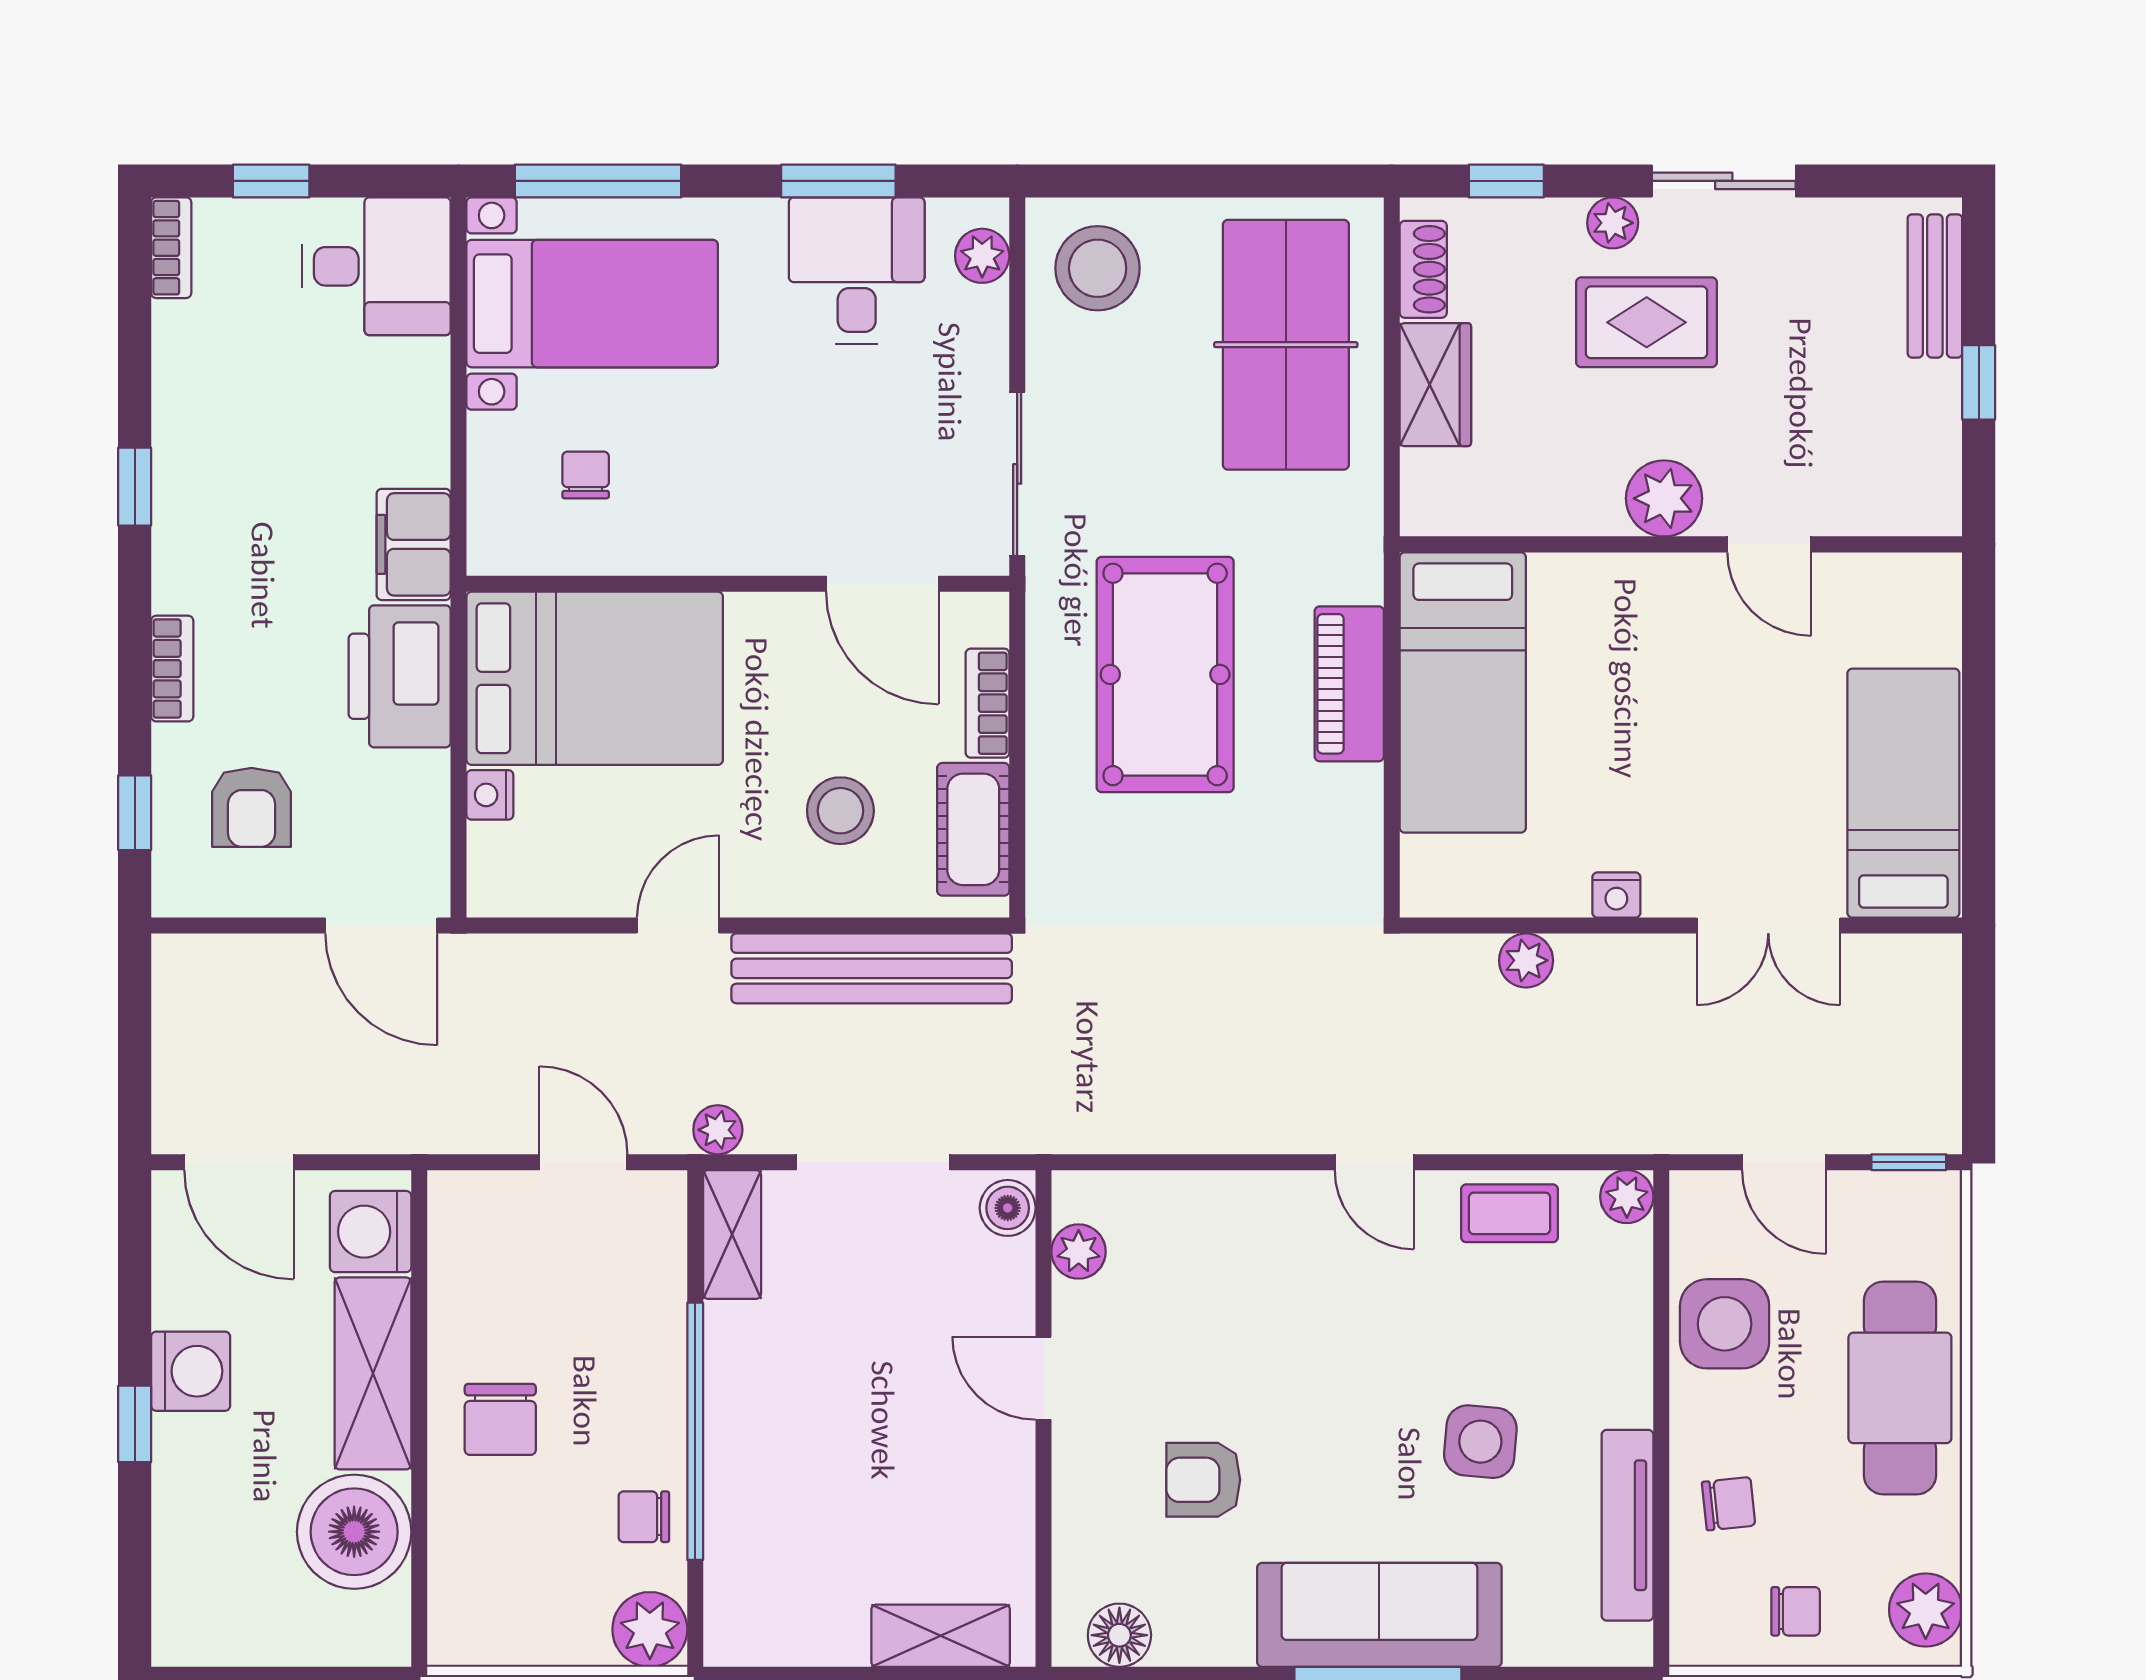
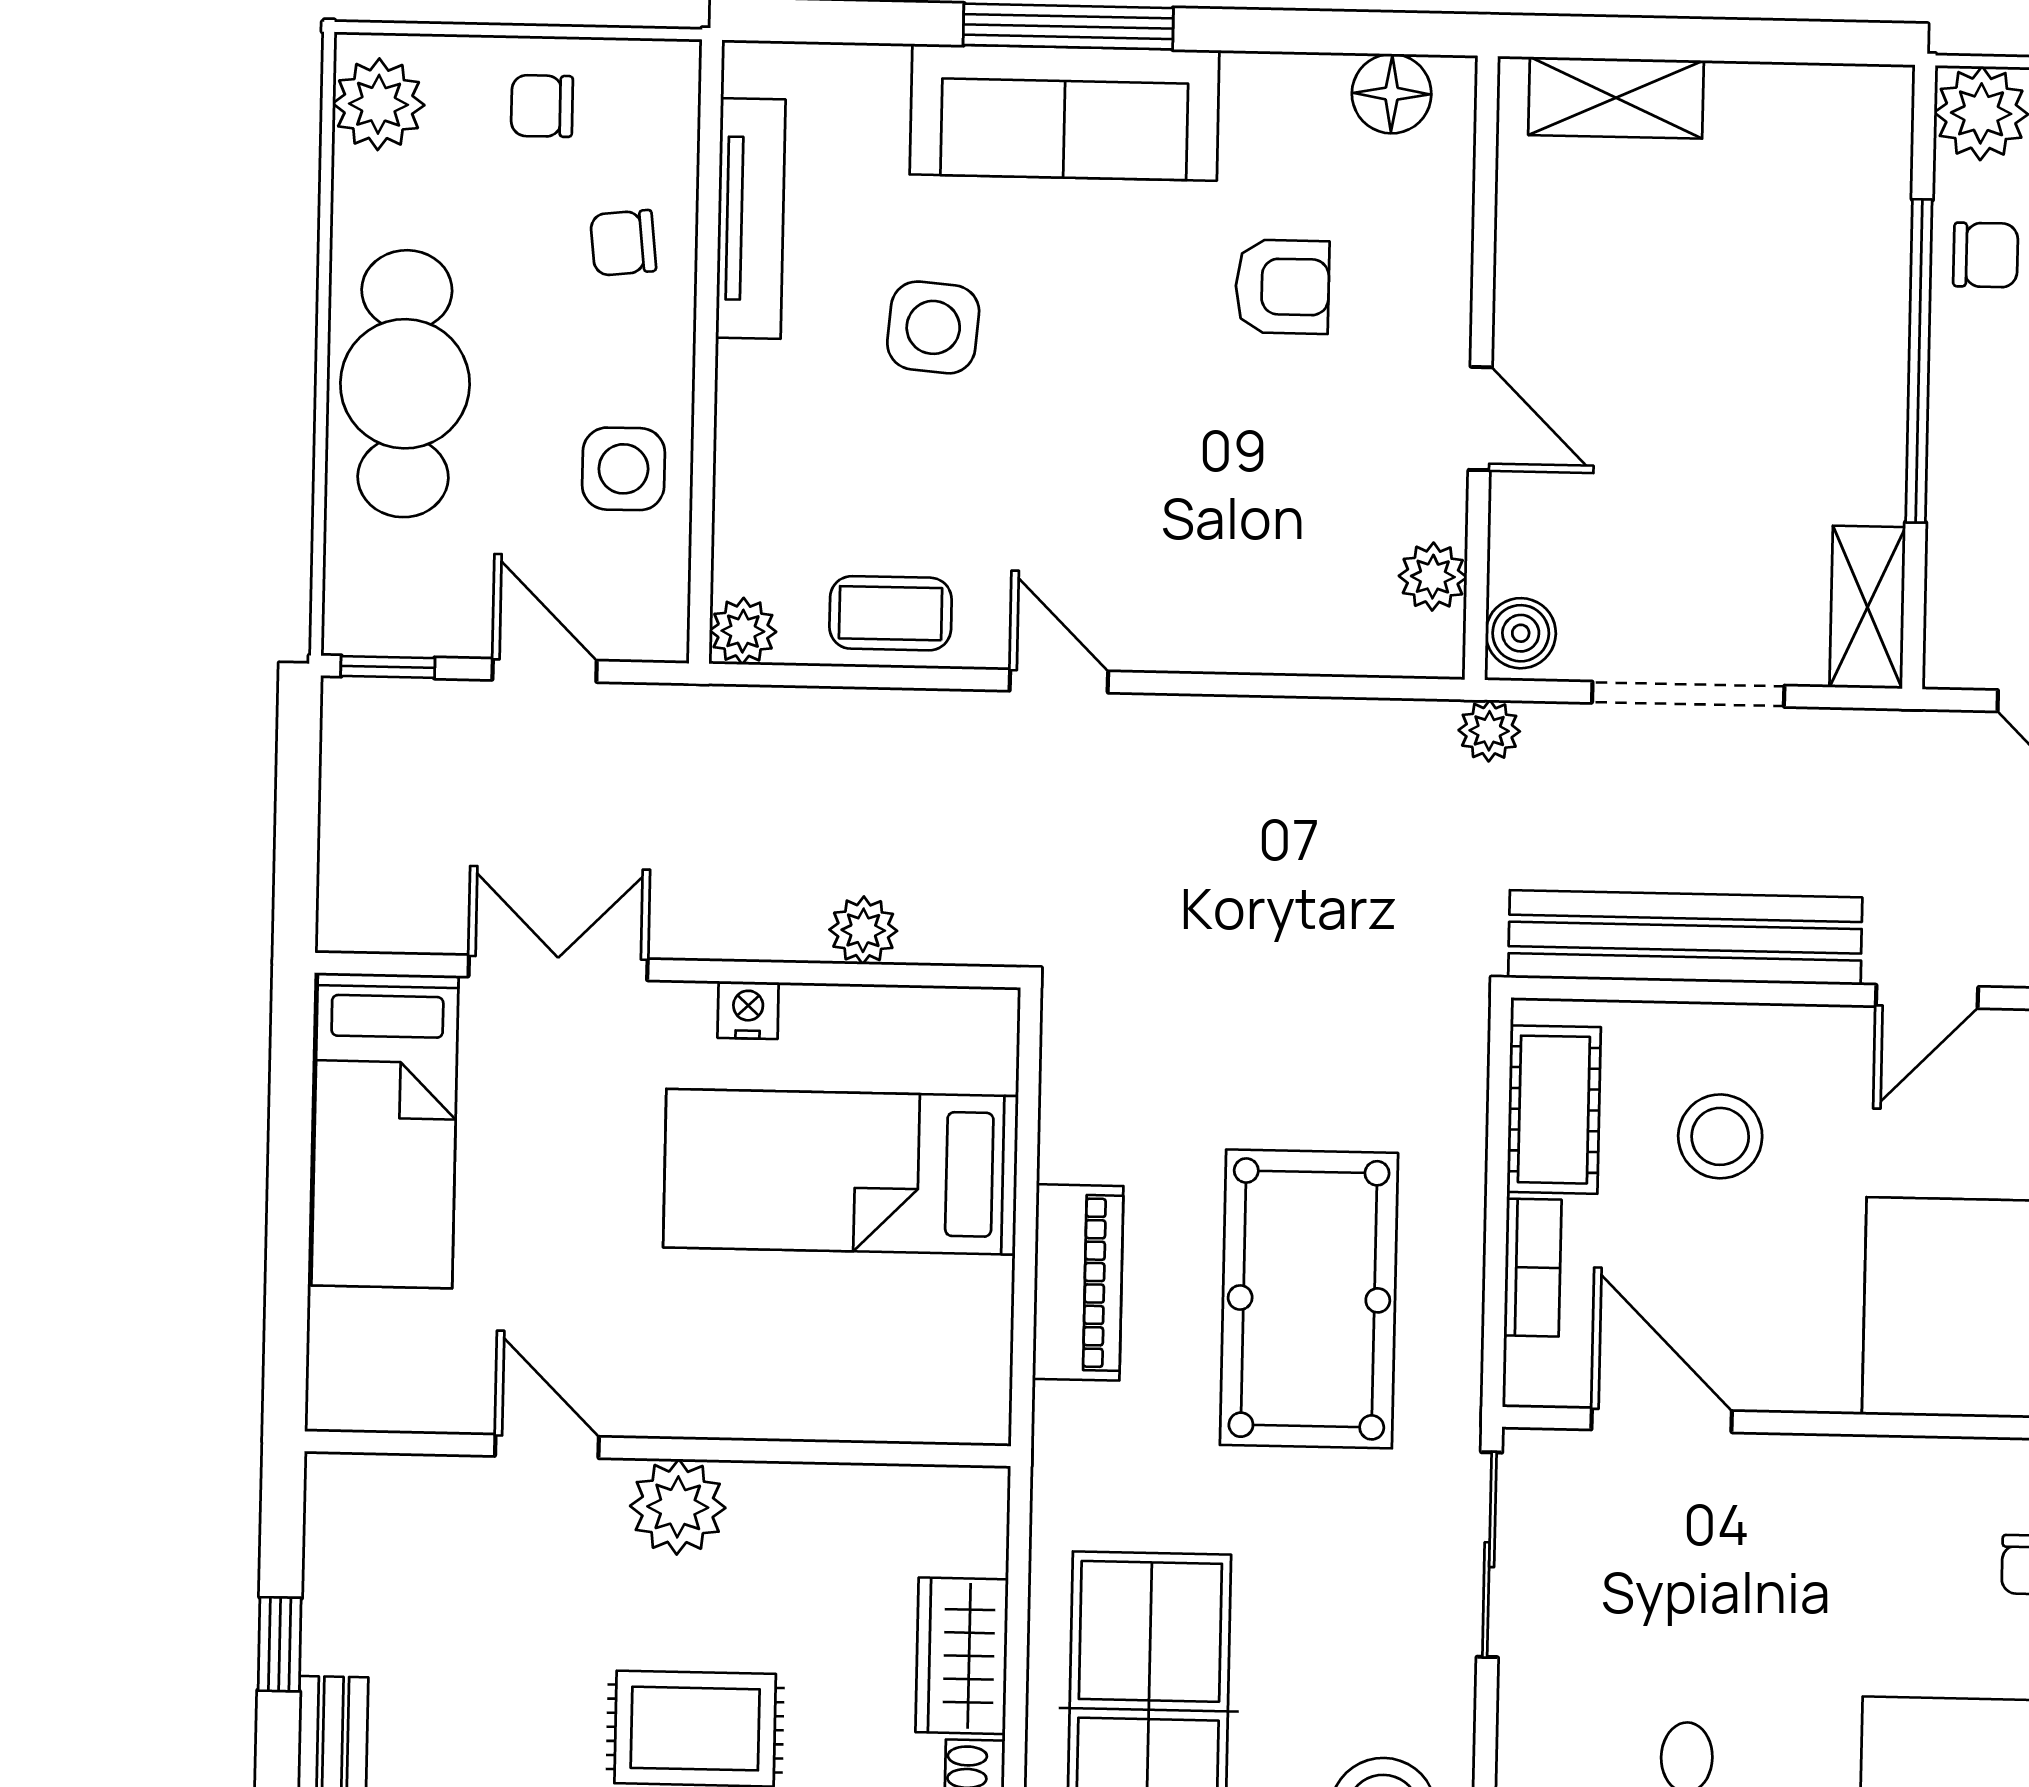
bed: (1463, 692) -> (841, 1172), moved, turned -90
plant: (718, 1130) -> (1489, 731), moved
side table: (1725, 1324) -> (623, 469), width x0.73, depth x0.73

